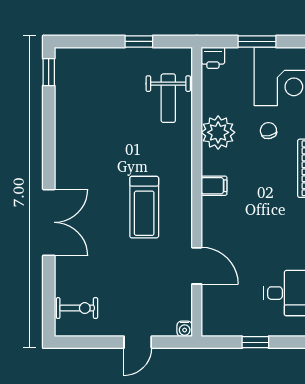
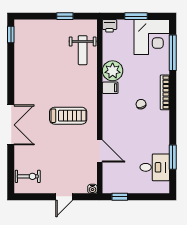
chair: (268, 131) -> (141, 104), moved
filing cabinet: (214, 186) -> (110, 88), moved
treadmill: (144, 207) -> (68, 116), turned -90
window: (255, 342) -> (120, 197), moved

